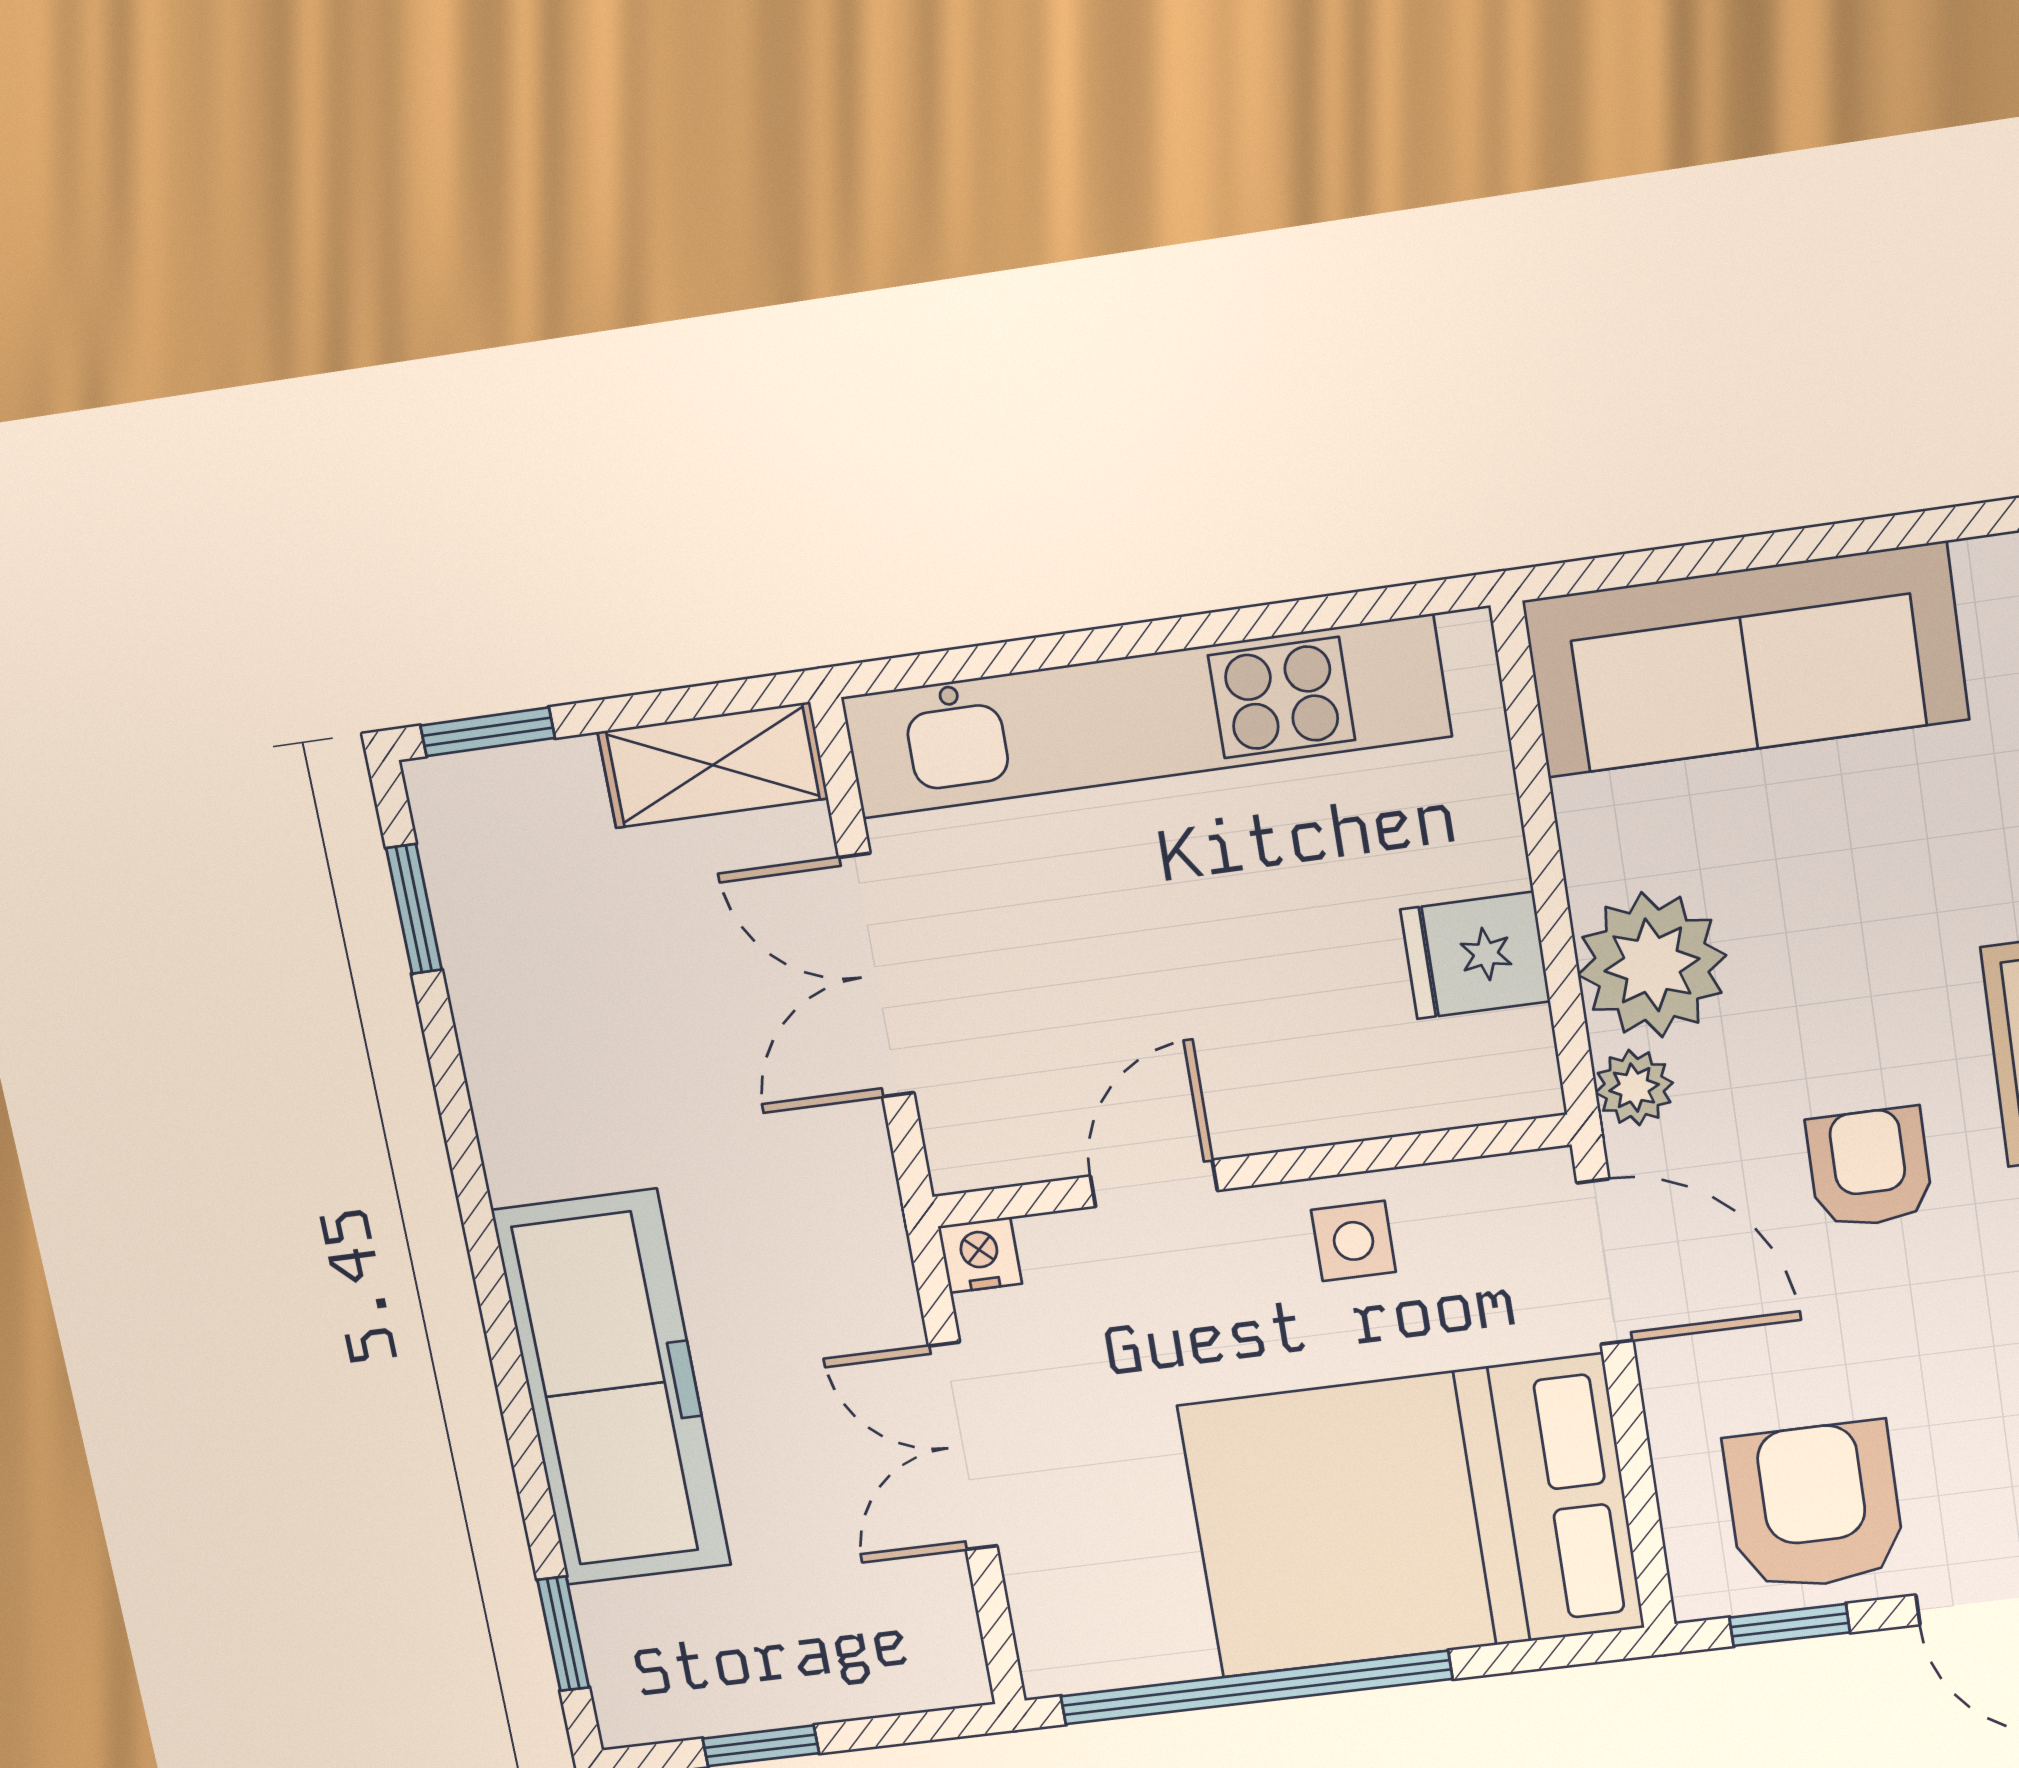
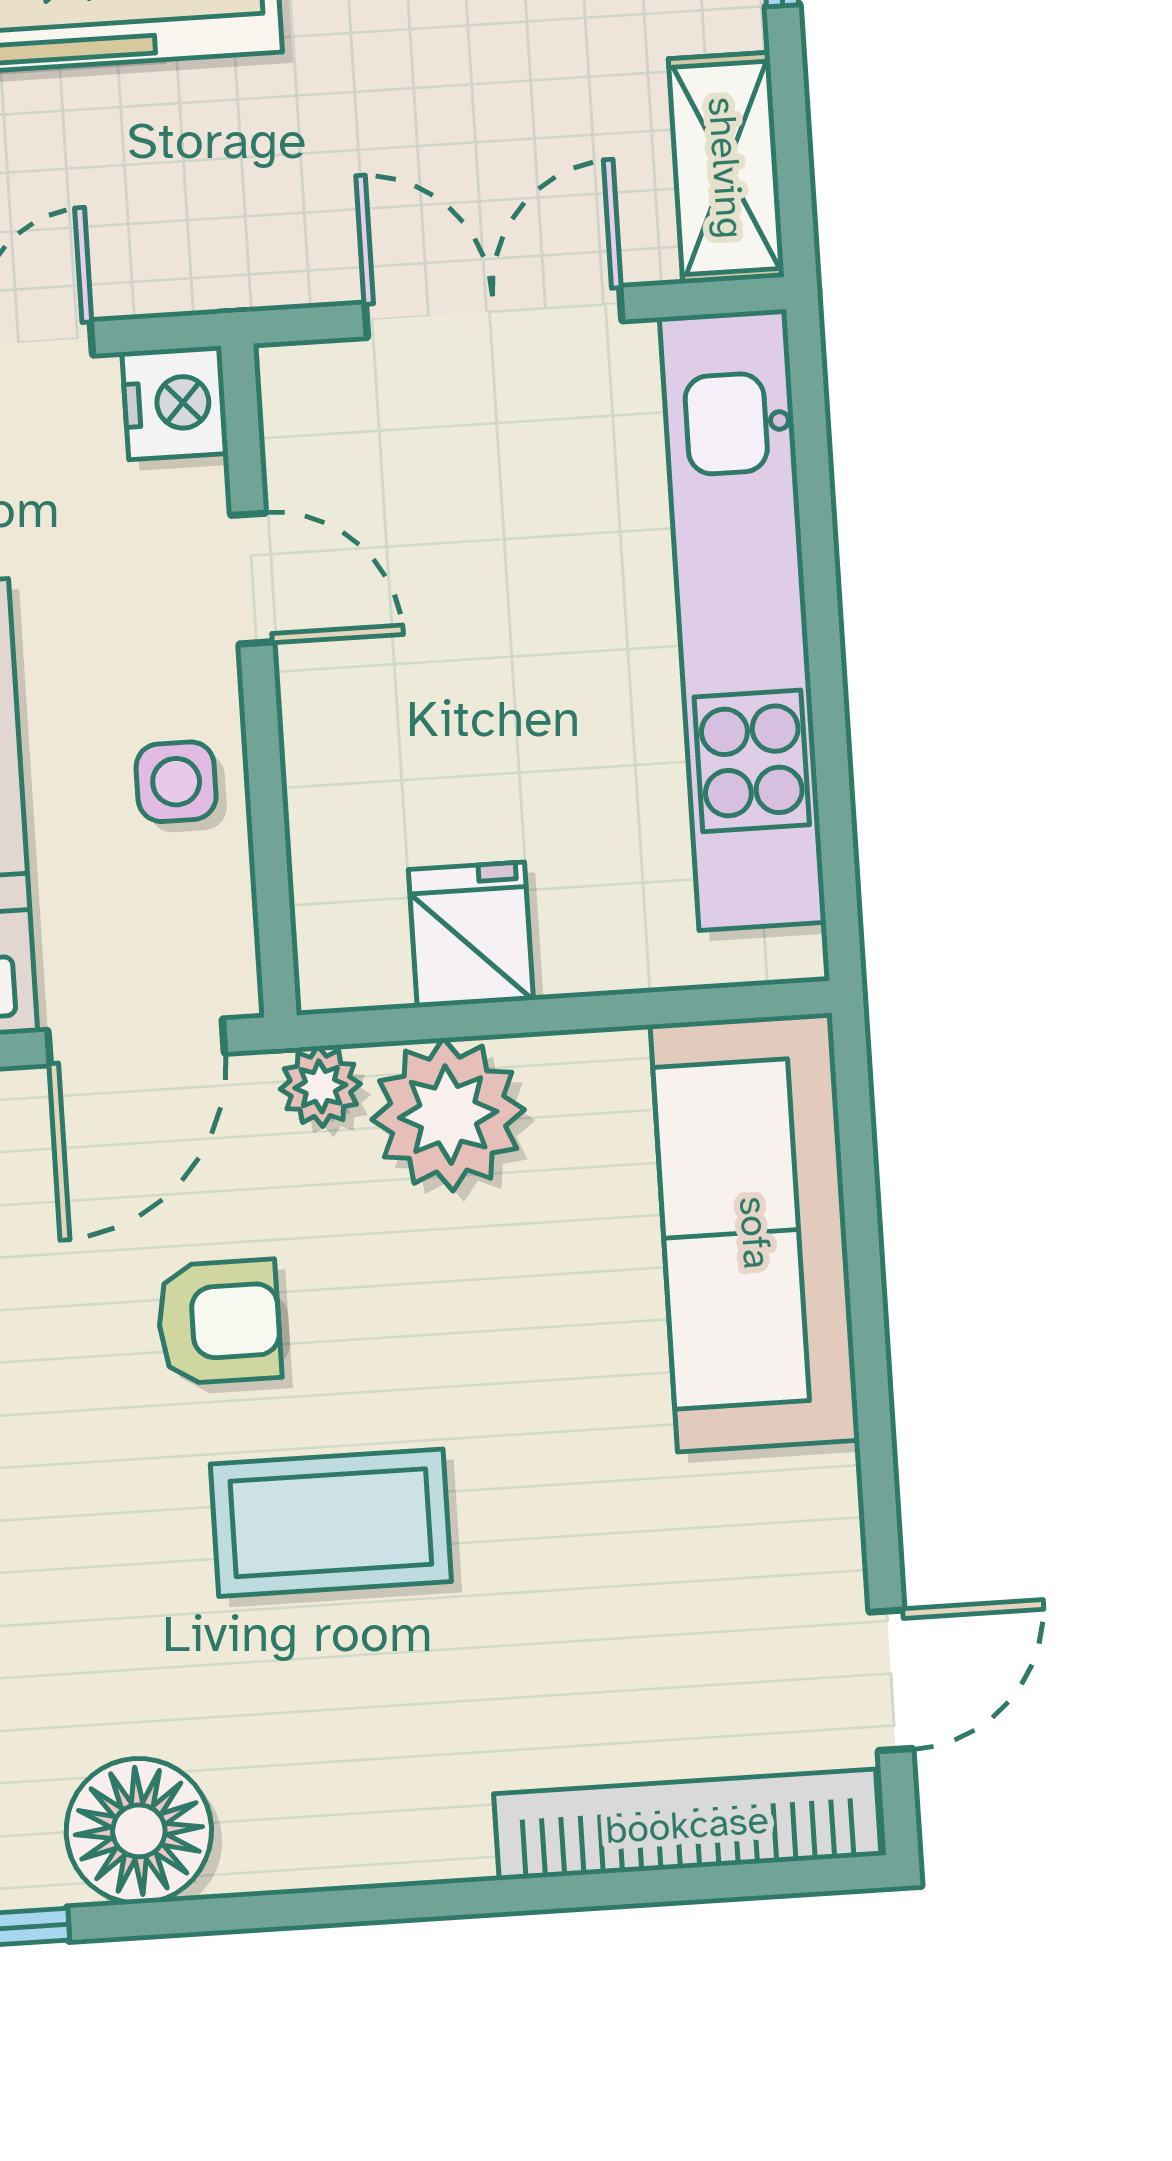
nightstand: (980, 1255) -> (175, 403), width x1.39, depth x1.35

